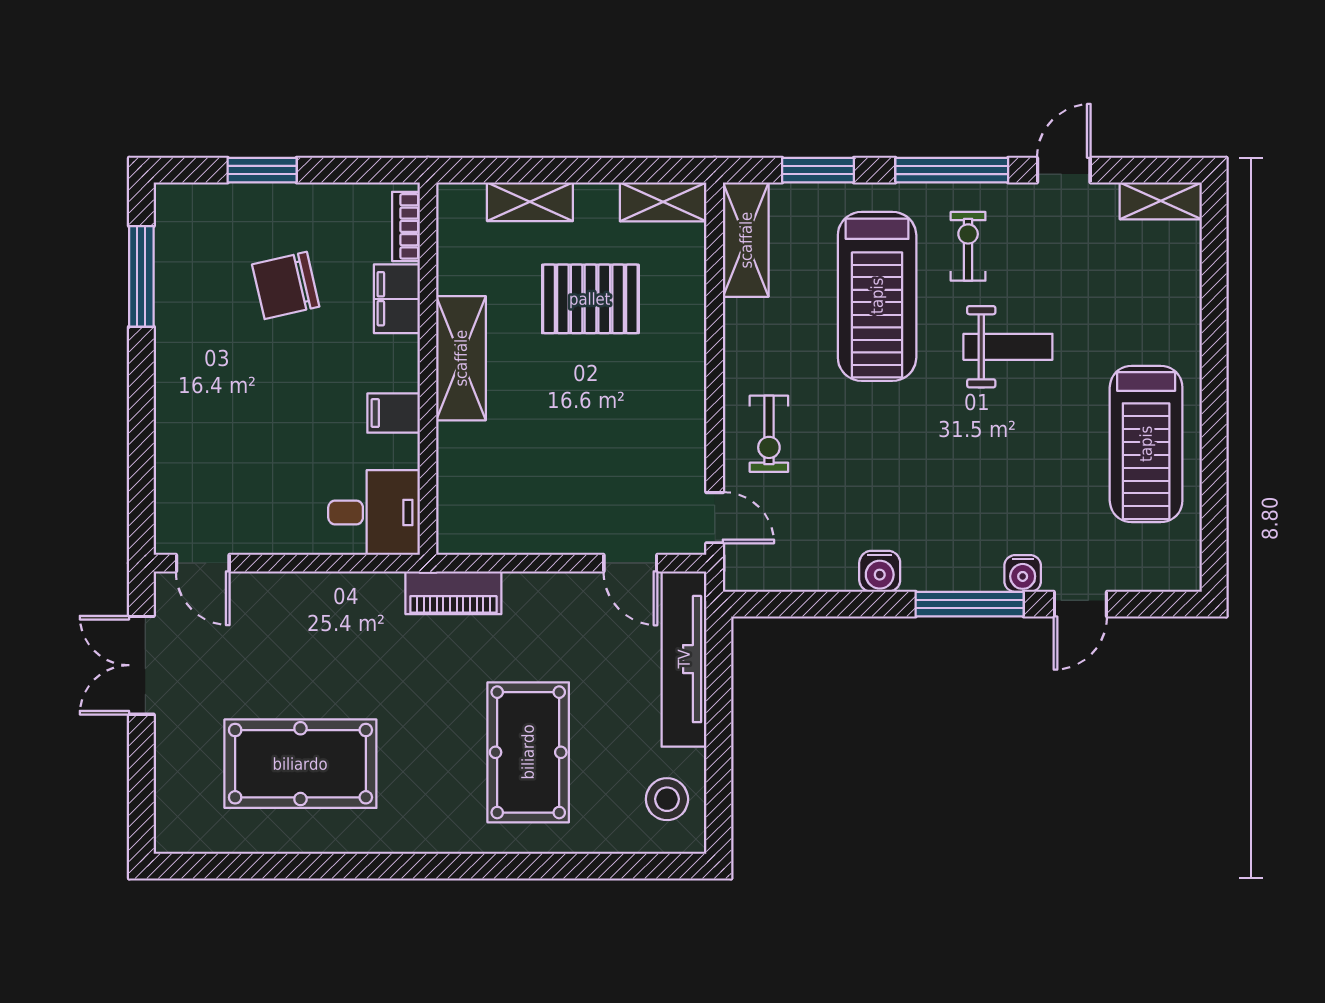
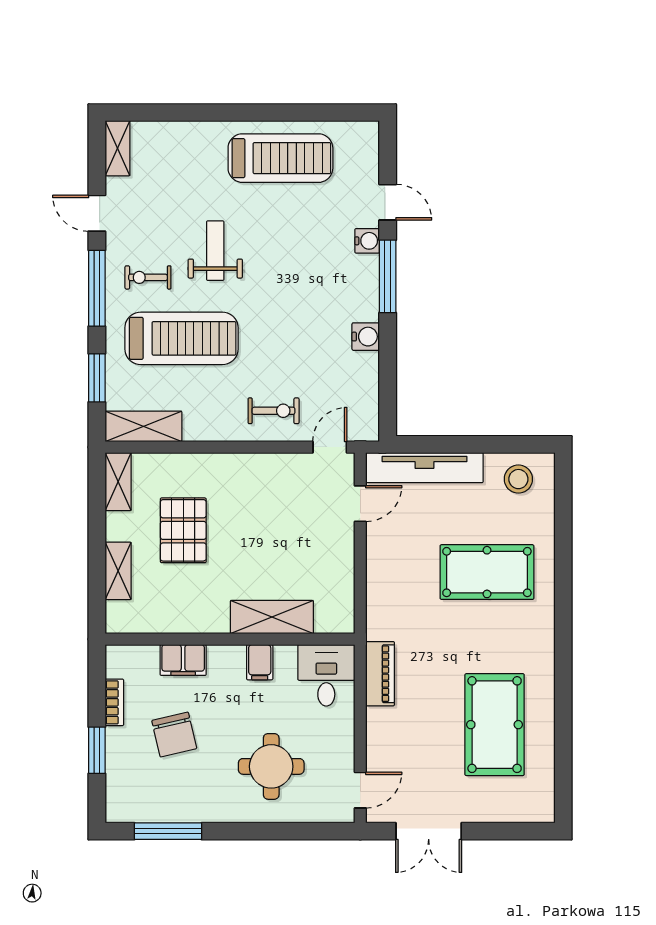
bookcase: (406, 226) -> (114, 702), moved, turned -90
shelving: (461, 358) -> (272, 617), moved
round table: (238, 430) -> (271, 766), added
piano: (453, 593) -> (380, 674), moved

